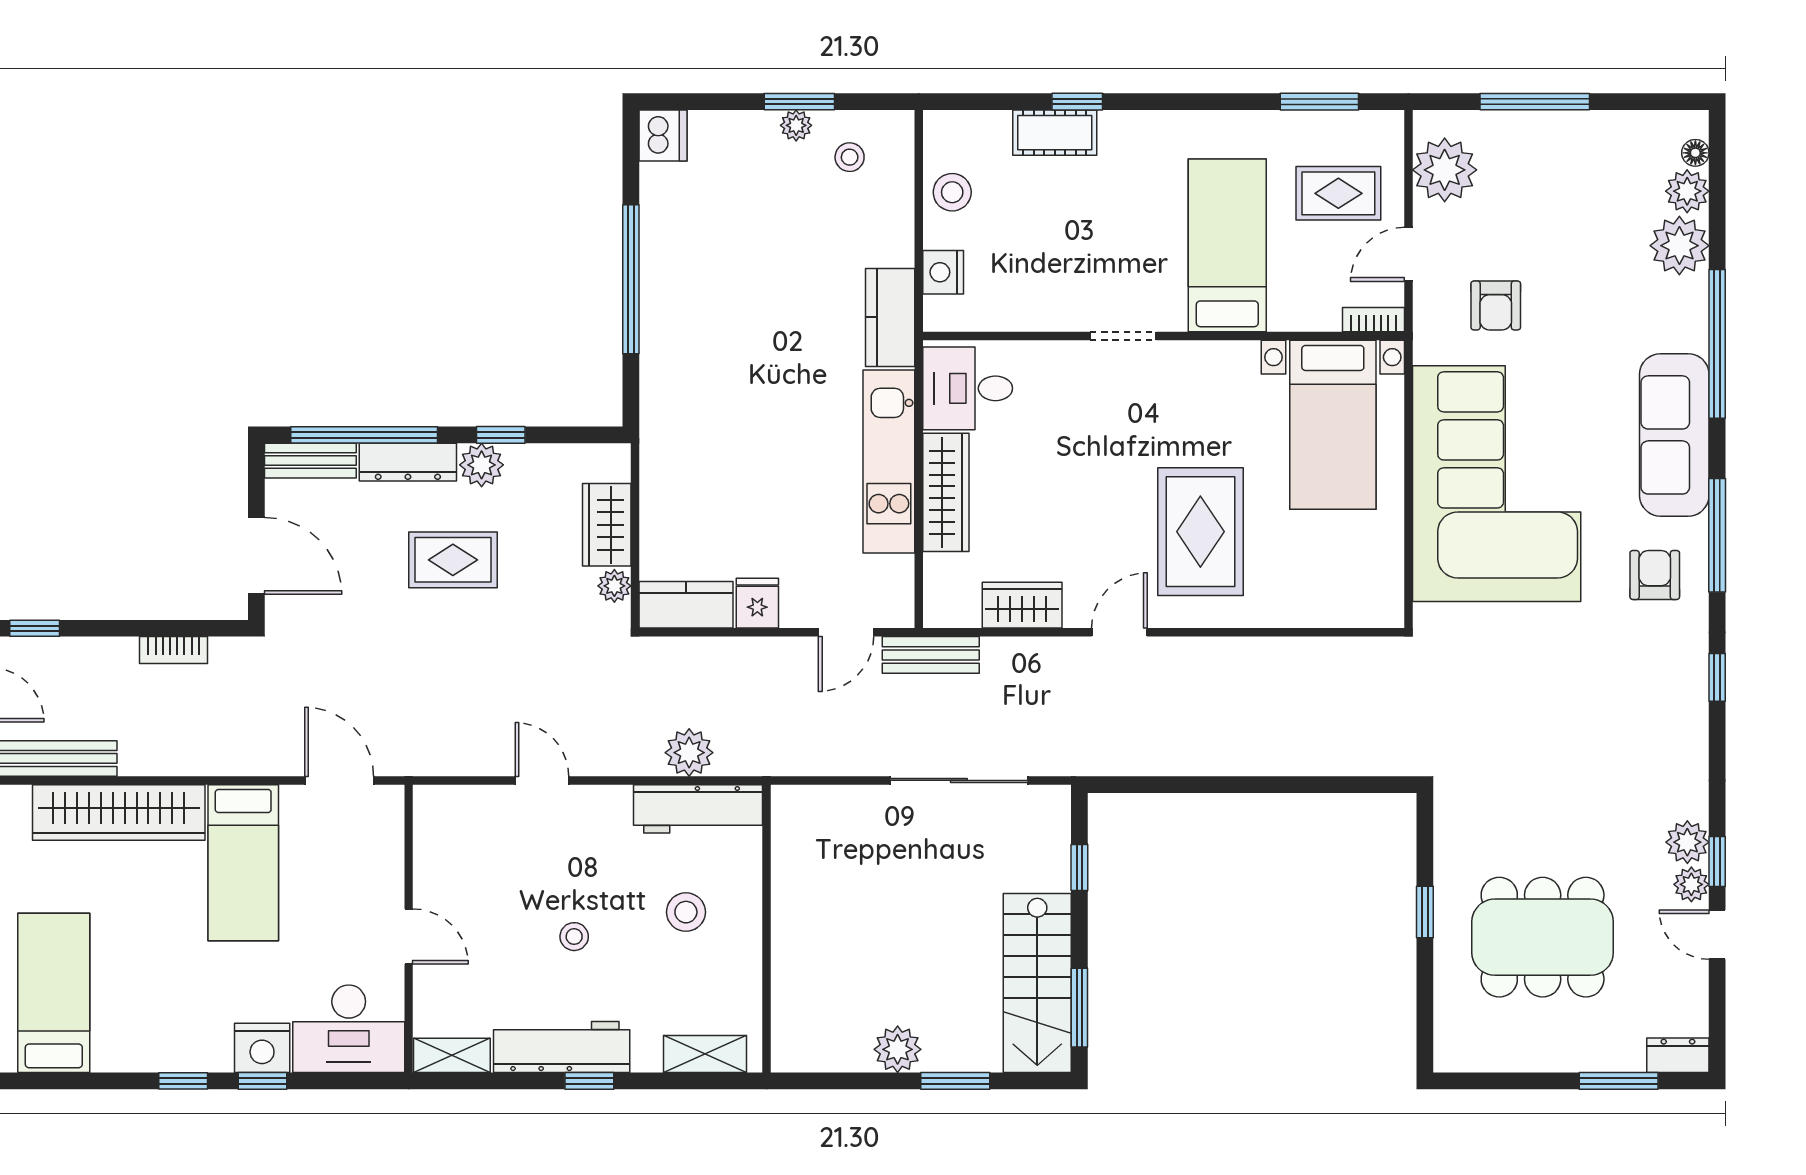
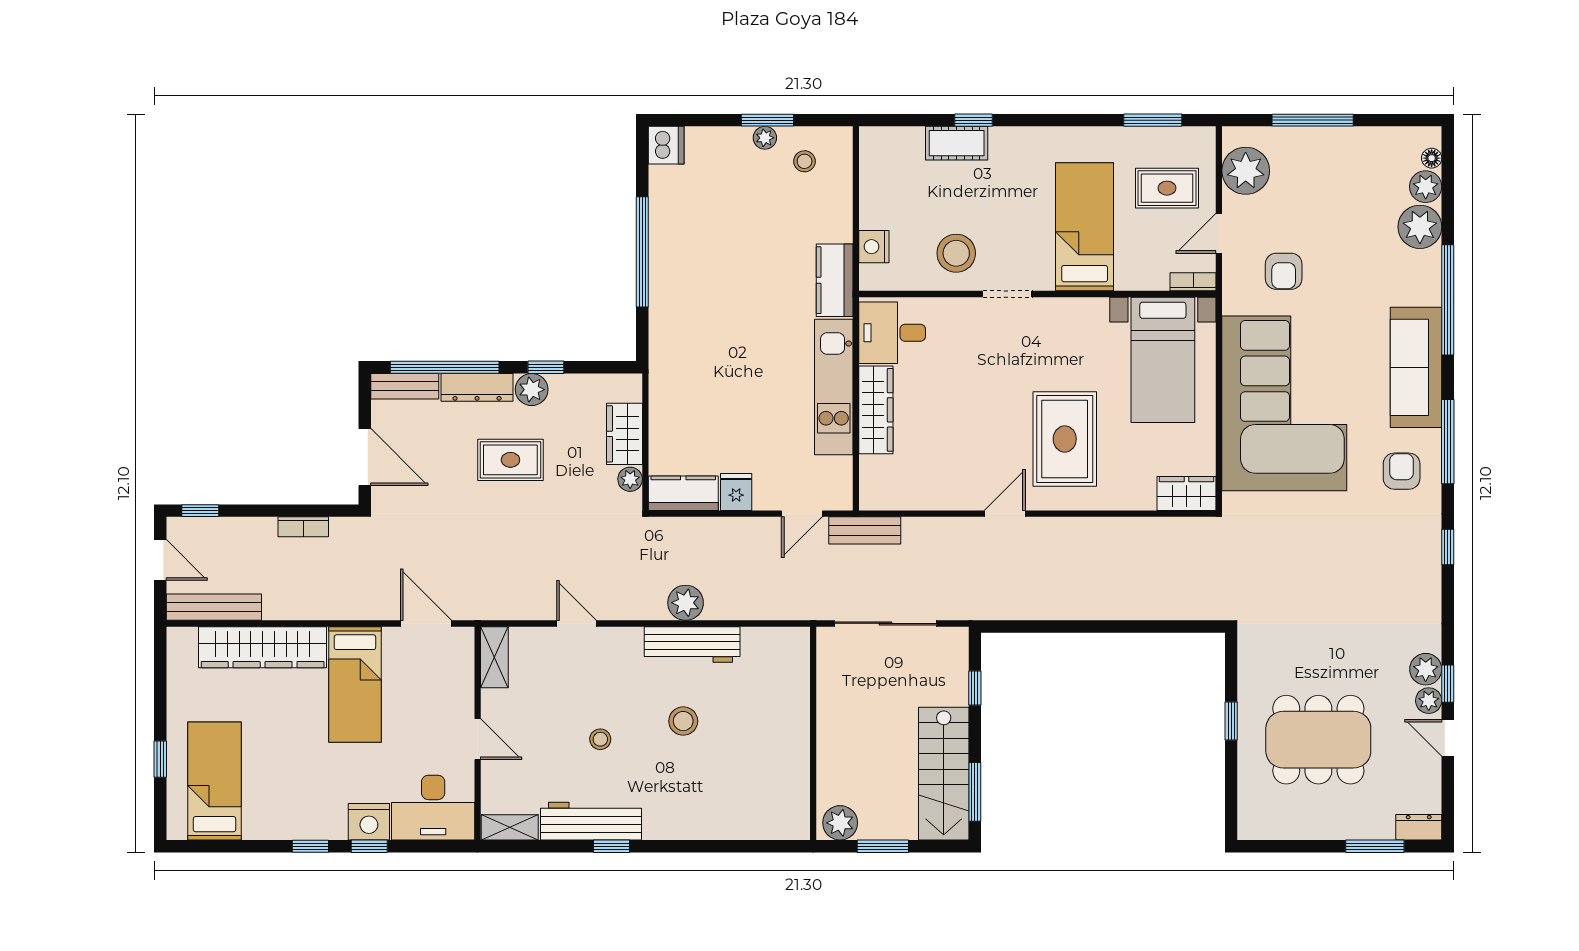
stool: (952, 192) -> (956, 253), moved, width x1.38, depth x1.38
wardrobe: (1022, 605) -> (1186, 494), moved
wall: (767, 929) -> (813, 733), moved
shelving: (705, 1054) -> (494, 657), moved, turned 90

